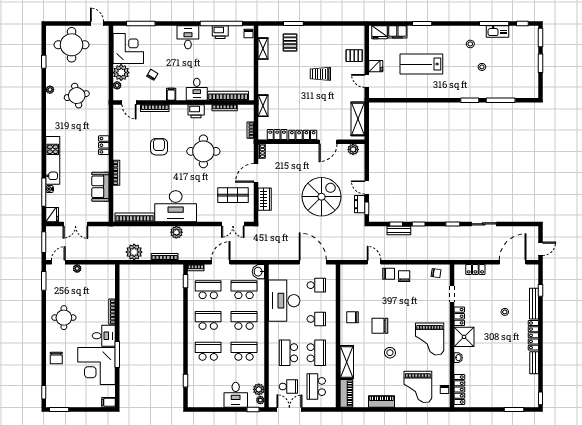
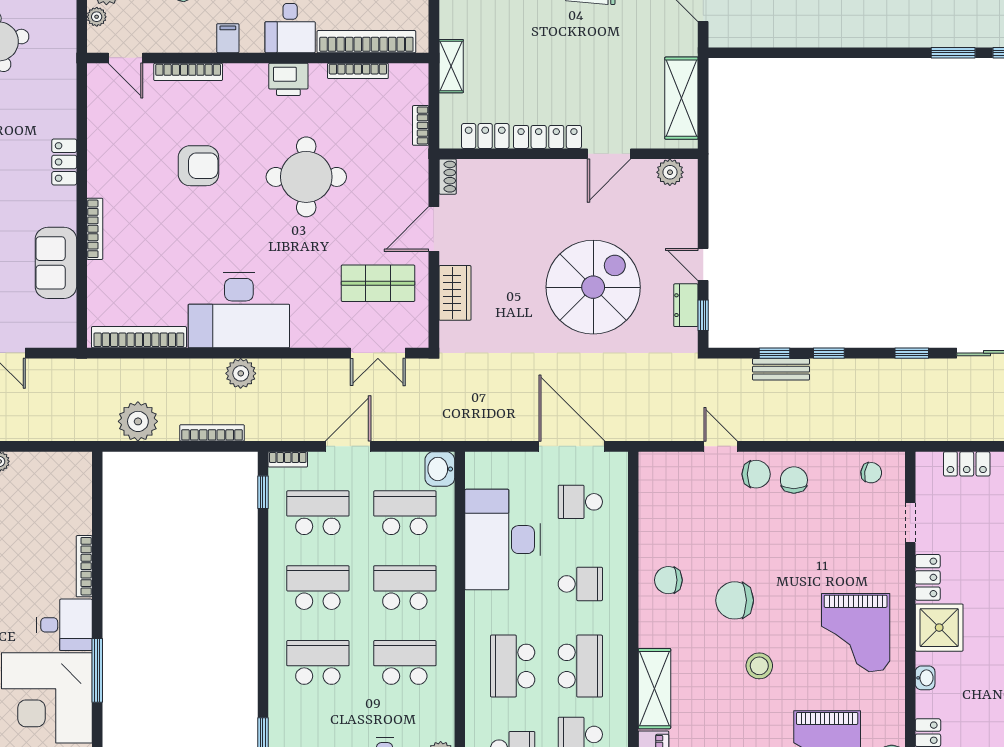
armchair: (159, 147) -> (198, 166), turned 90
school desk: (316, 285) -> (580, 502), turned 180

